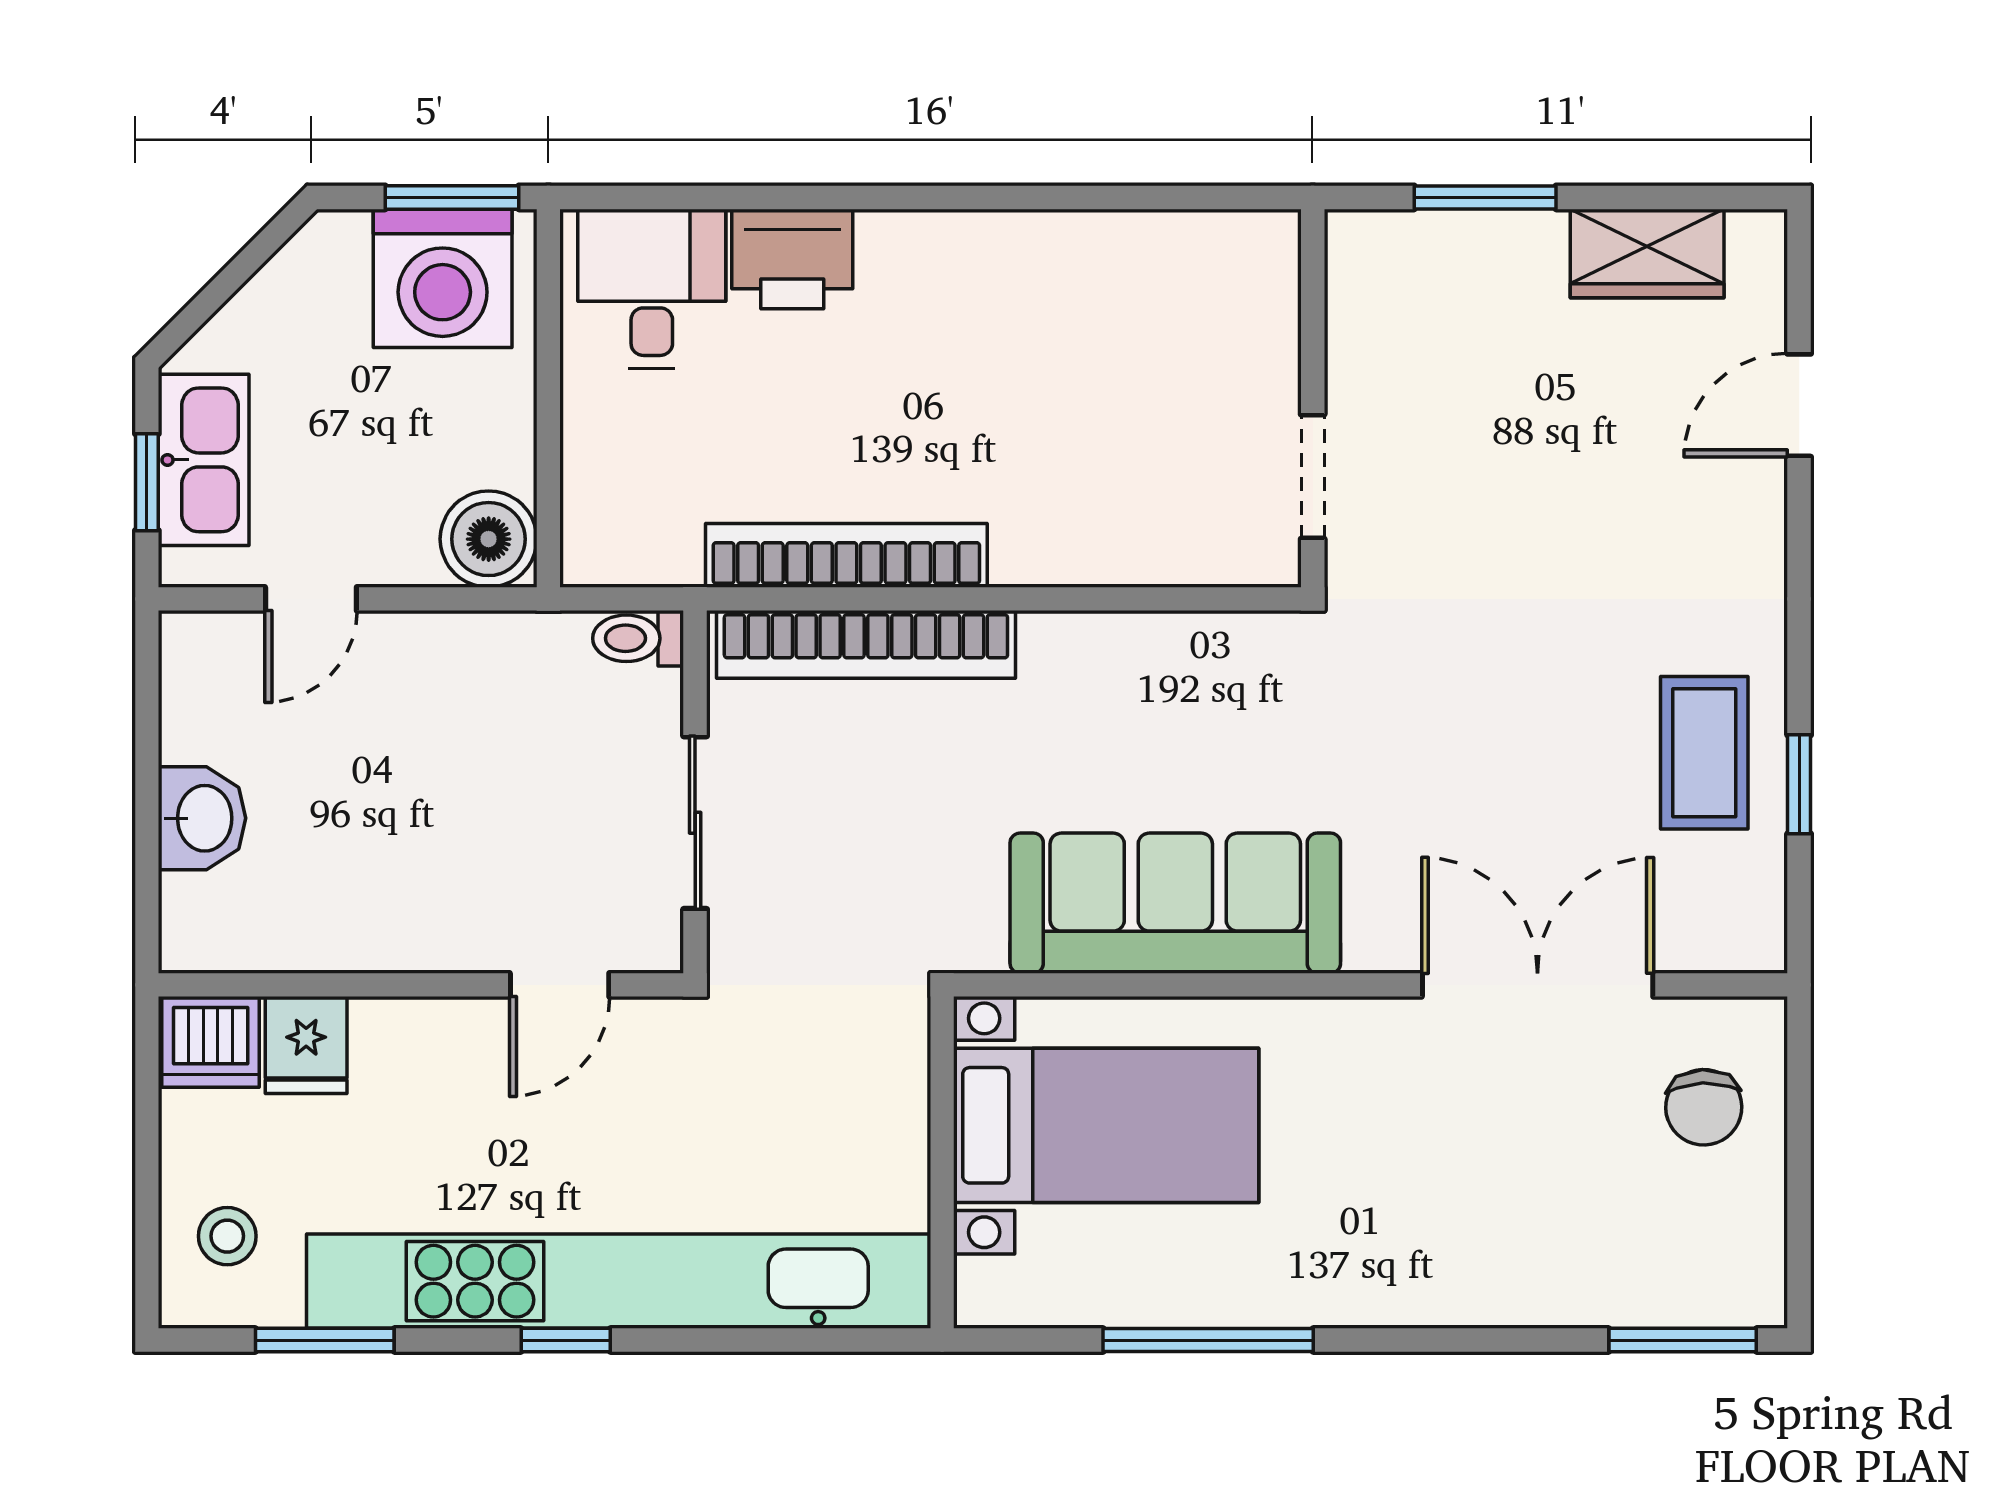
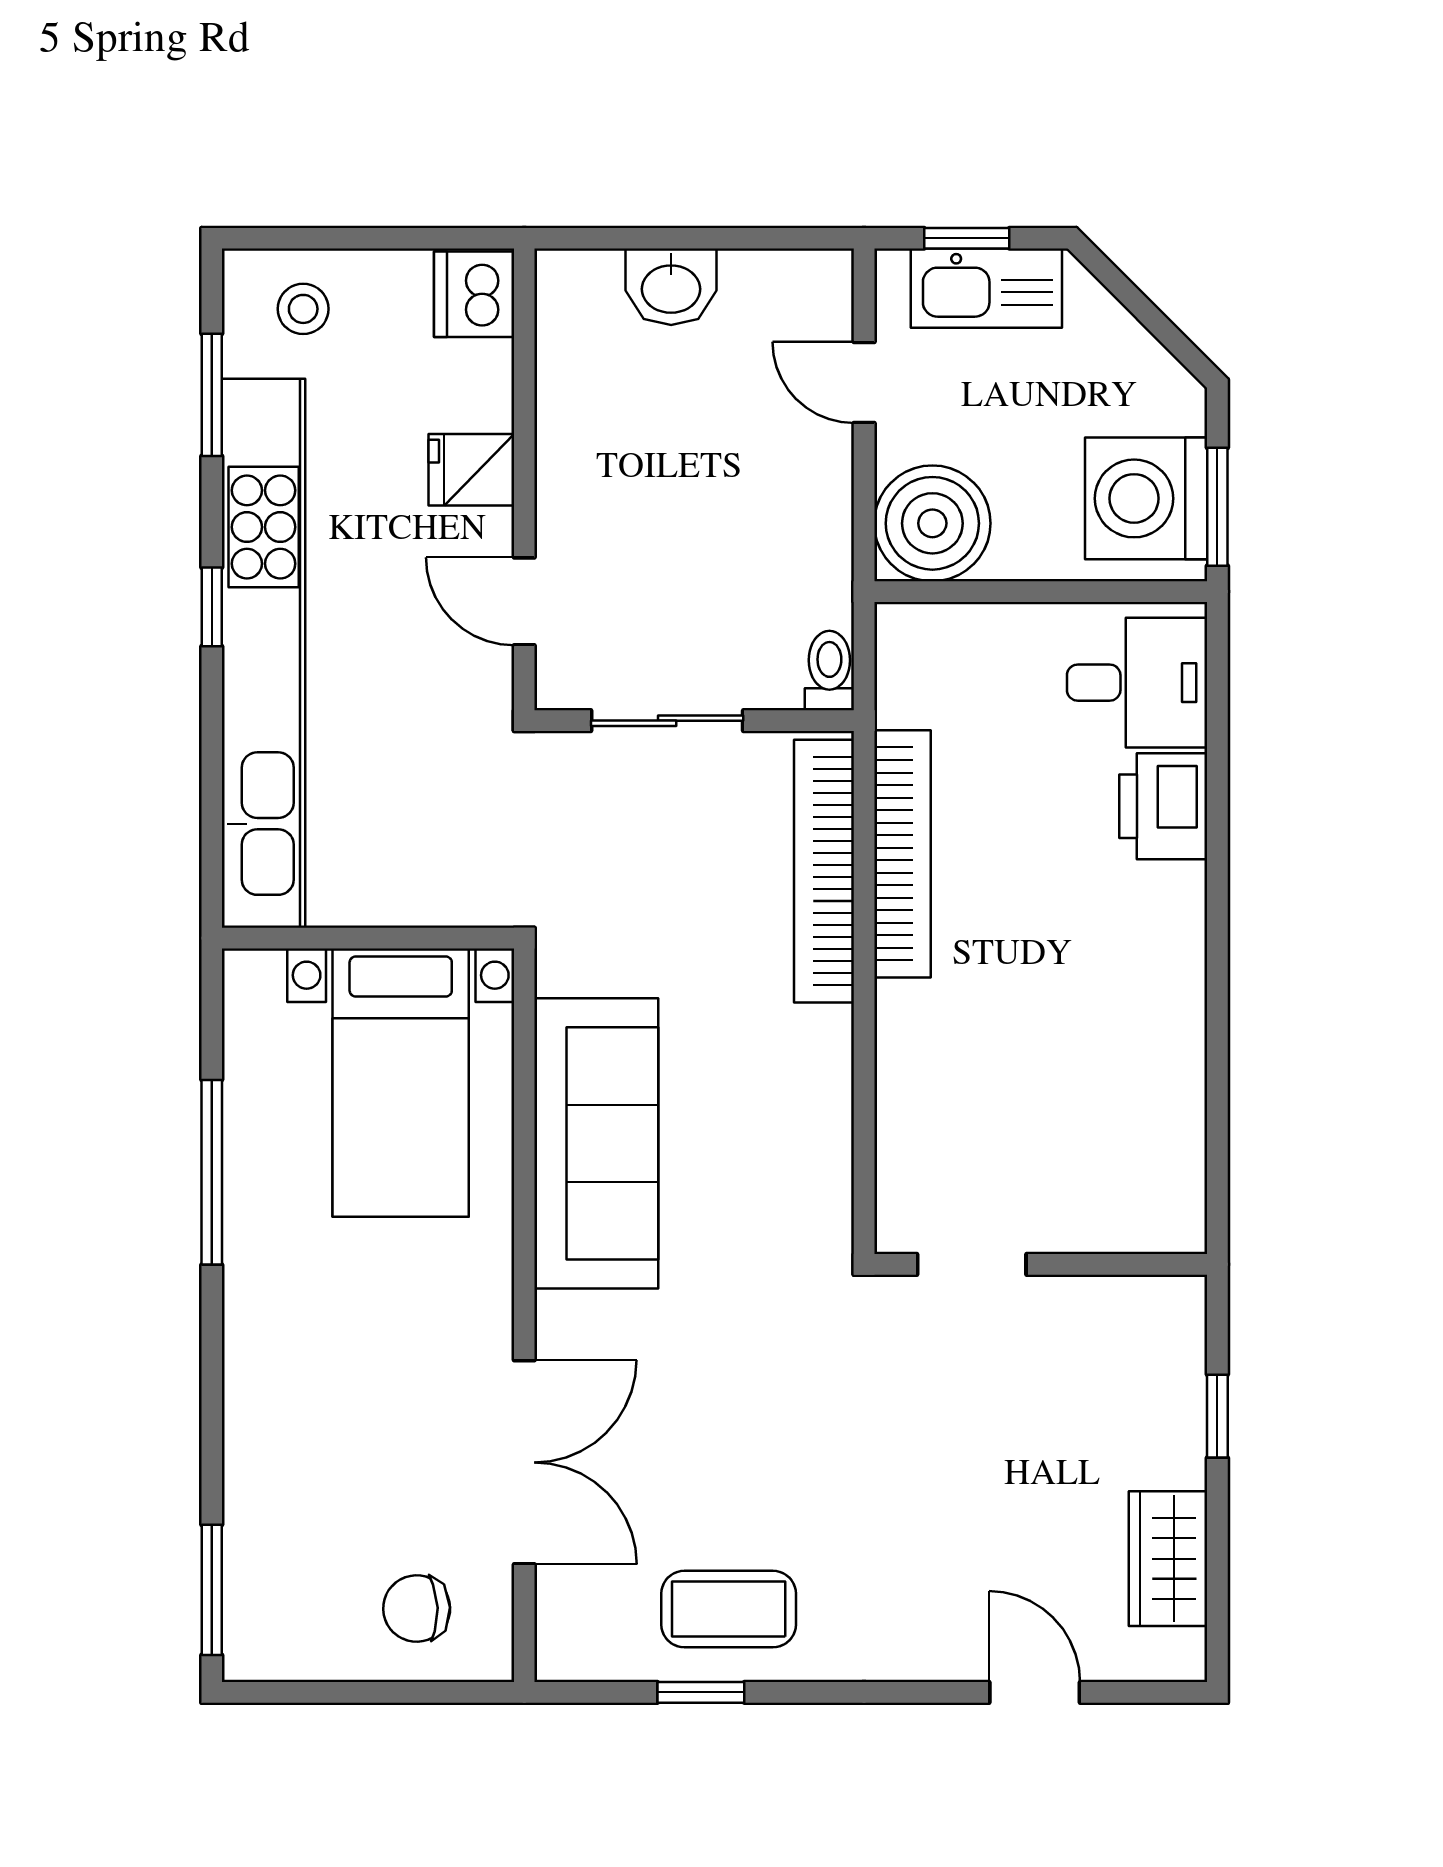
window: (1485, 197) -> (1217, 1416), width x0.67
boiler: (489, 539) -> (932, 523), width x1.37, depth x1.37
fridge: (306, 1045) -> (471, 470), moved

